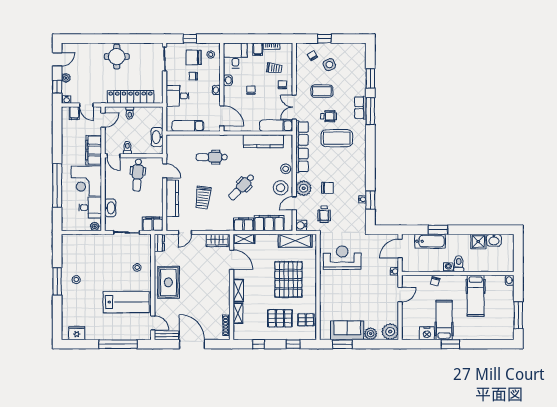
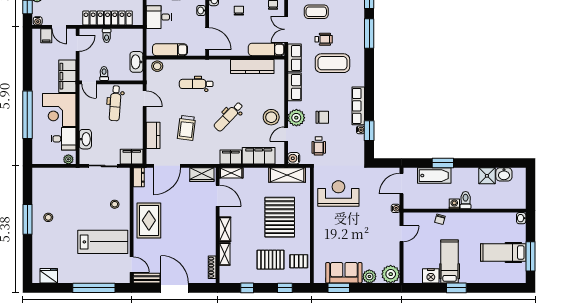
row of seats: (360, 108) -> (358, 106), moved, width x1.48
stool: (286, 169) -> (157, 66), moved
kitchen counter: (172, 198) -> (153, 135), width x0.67
door: (185, 232) -> (167, 166), width x1.87
hospital bed: (476, 296) -> (503, 252), moved, turned 90

